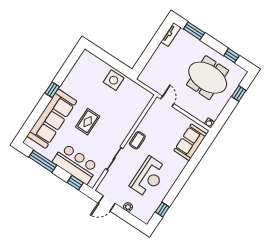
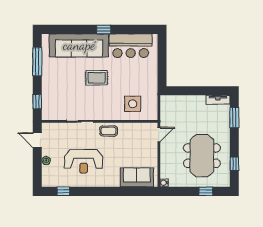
side table: (114, 80) -> (133, 104), moved
bar counter: (76, 164) -> (131, 46), moved, turned 90

